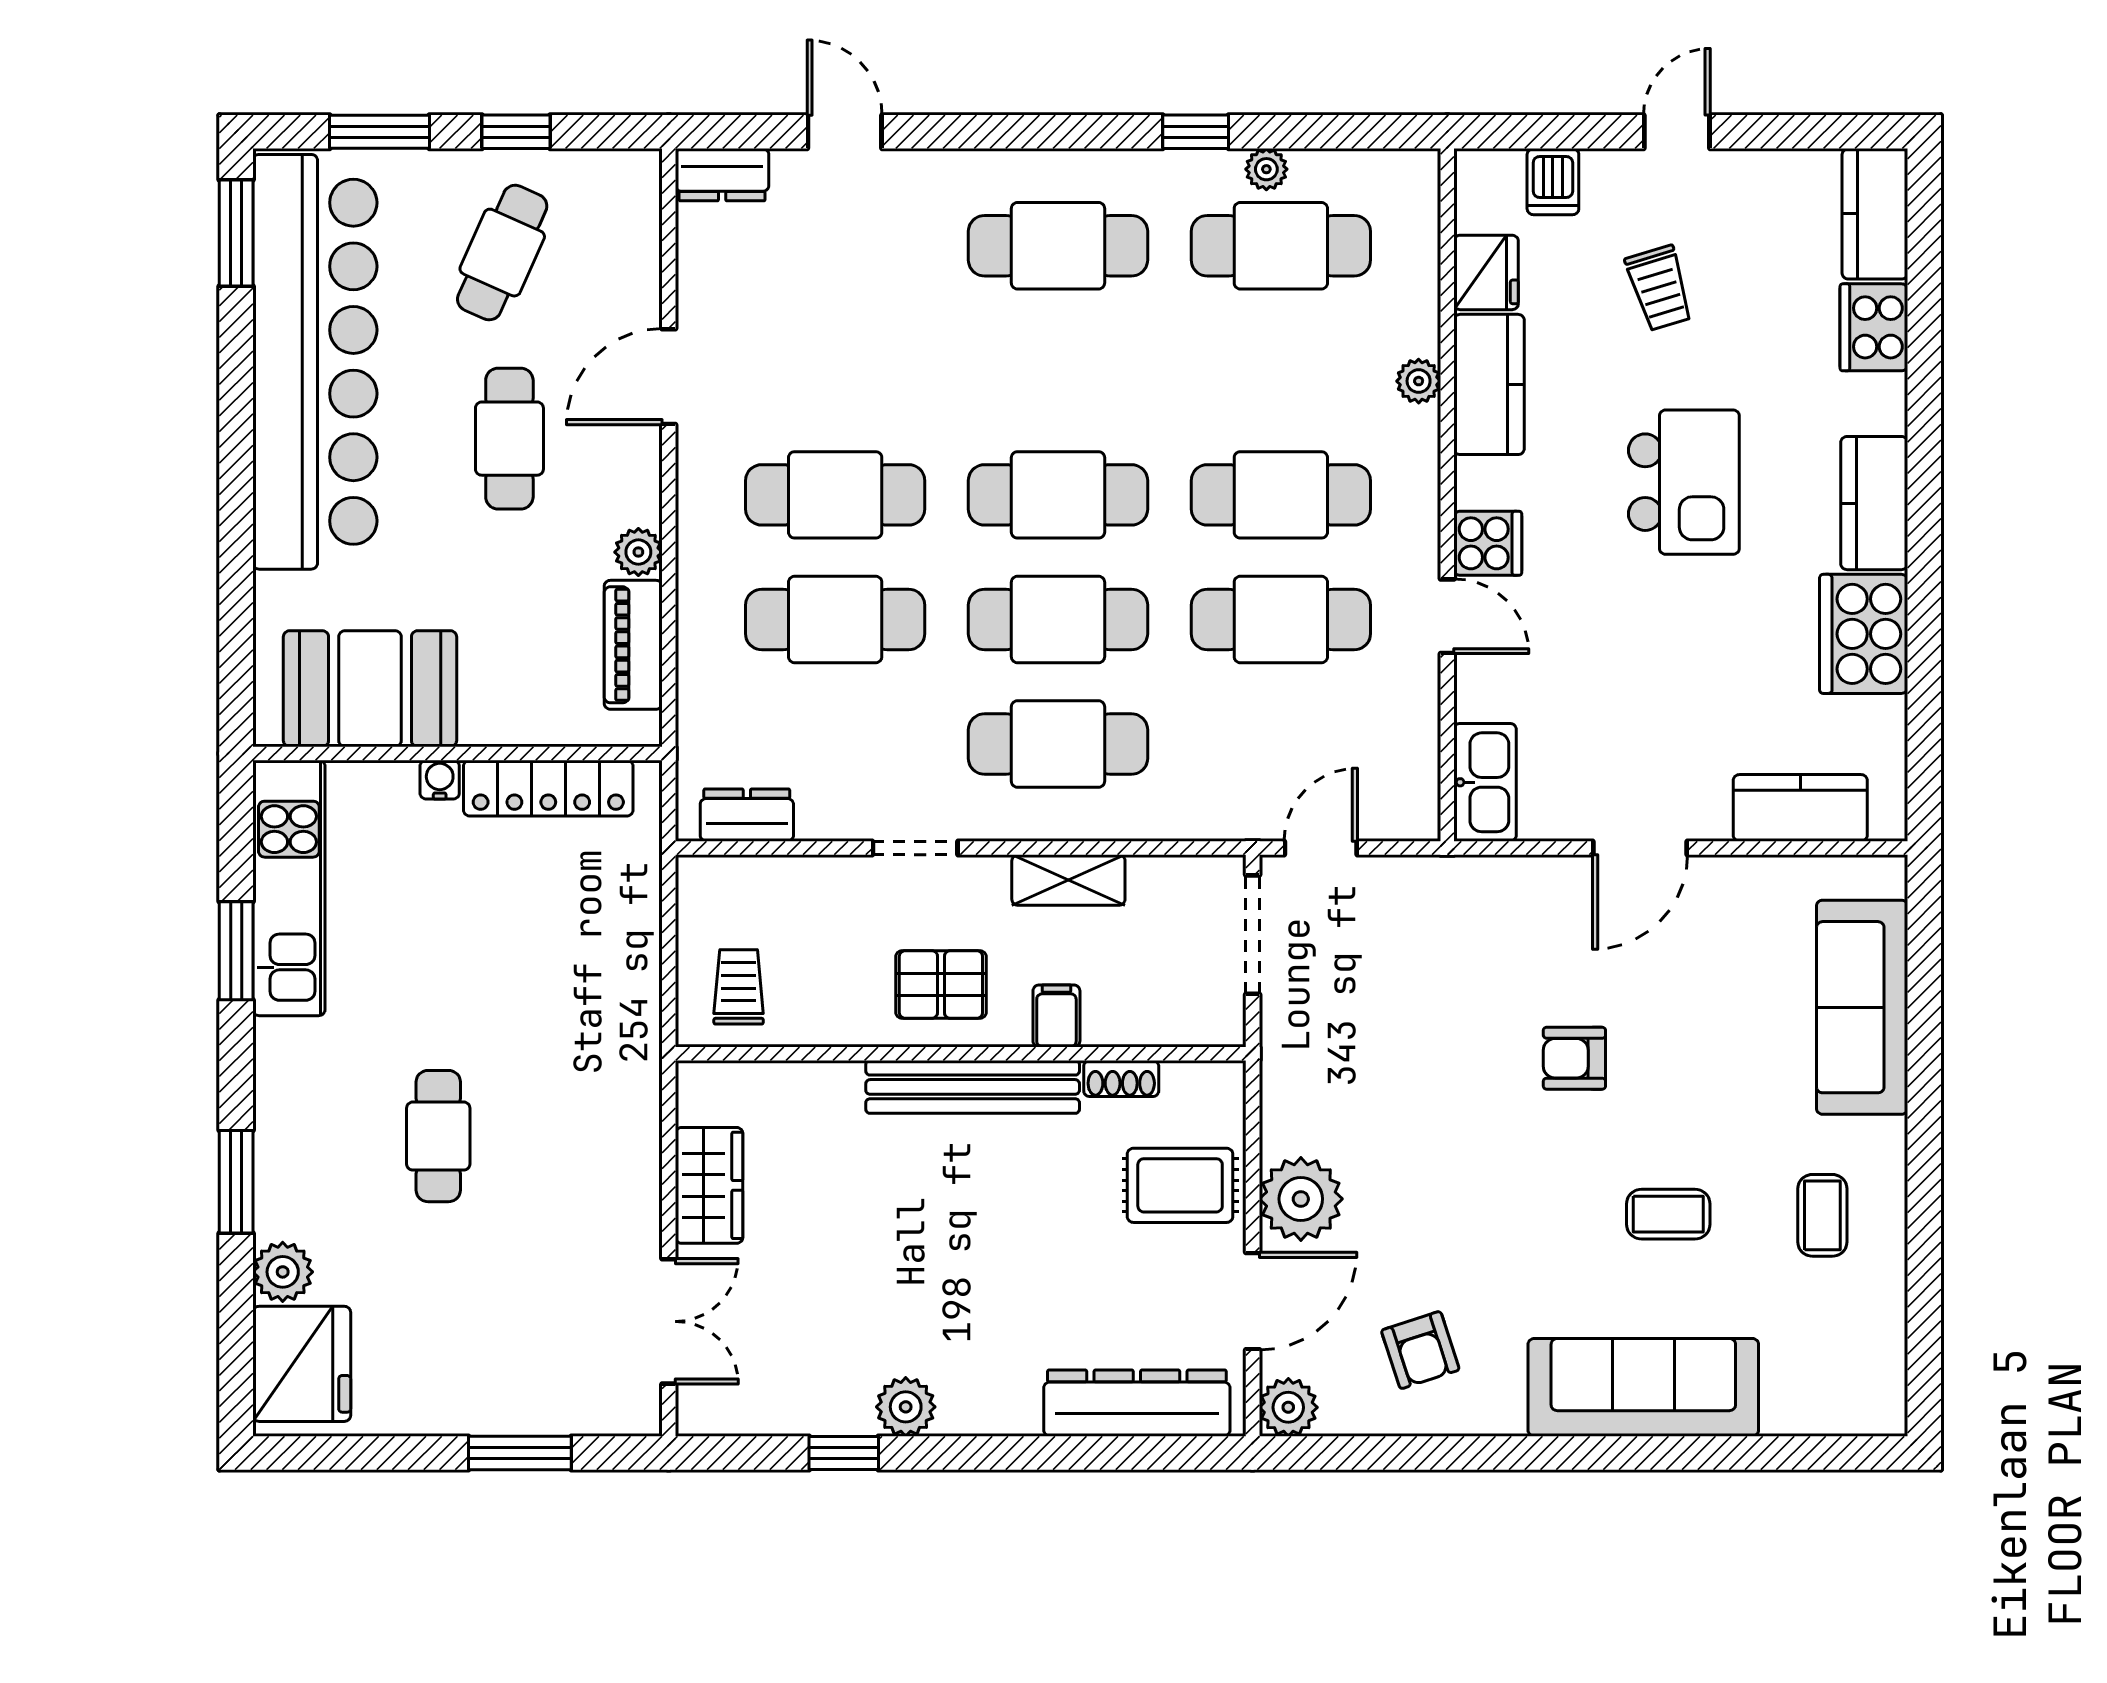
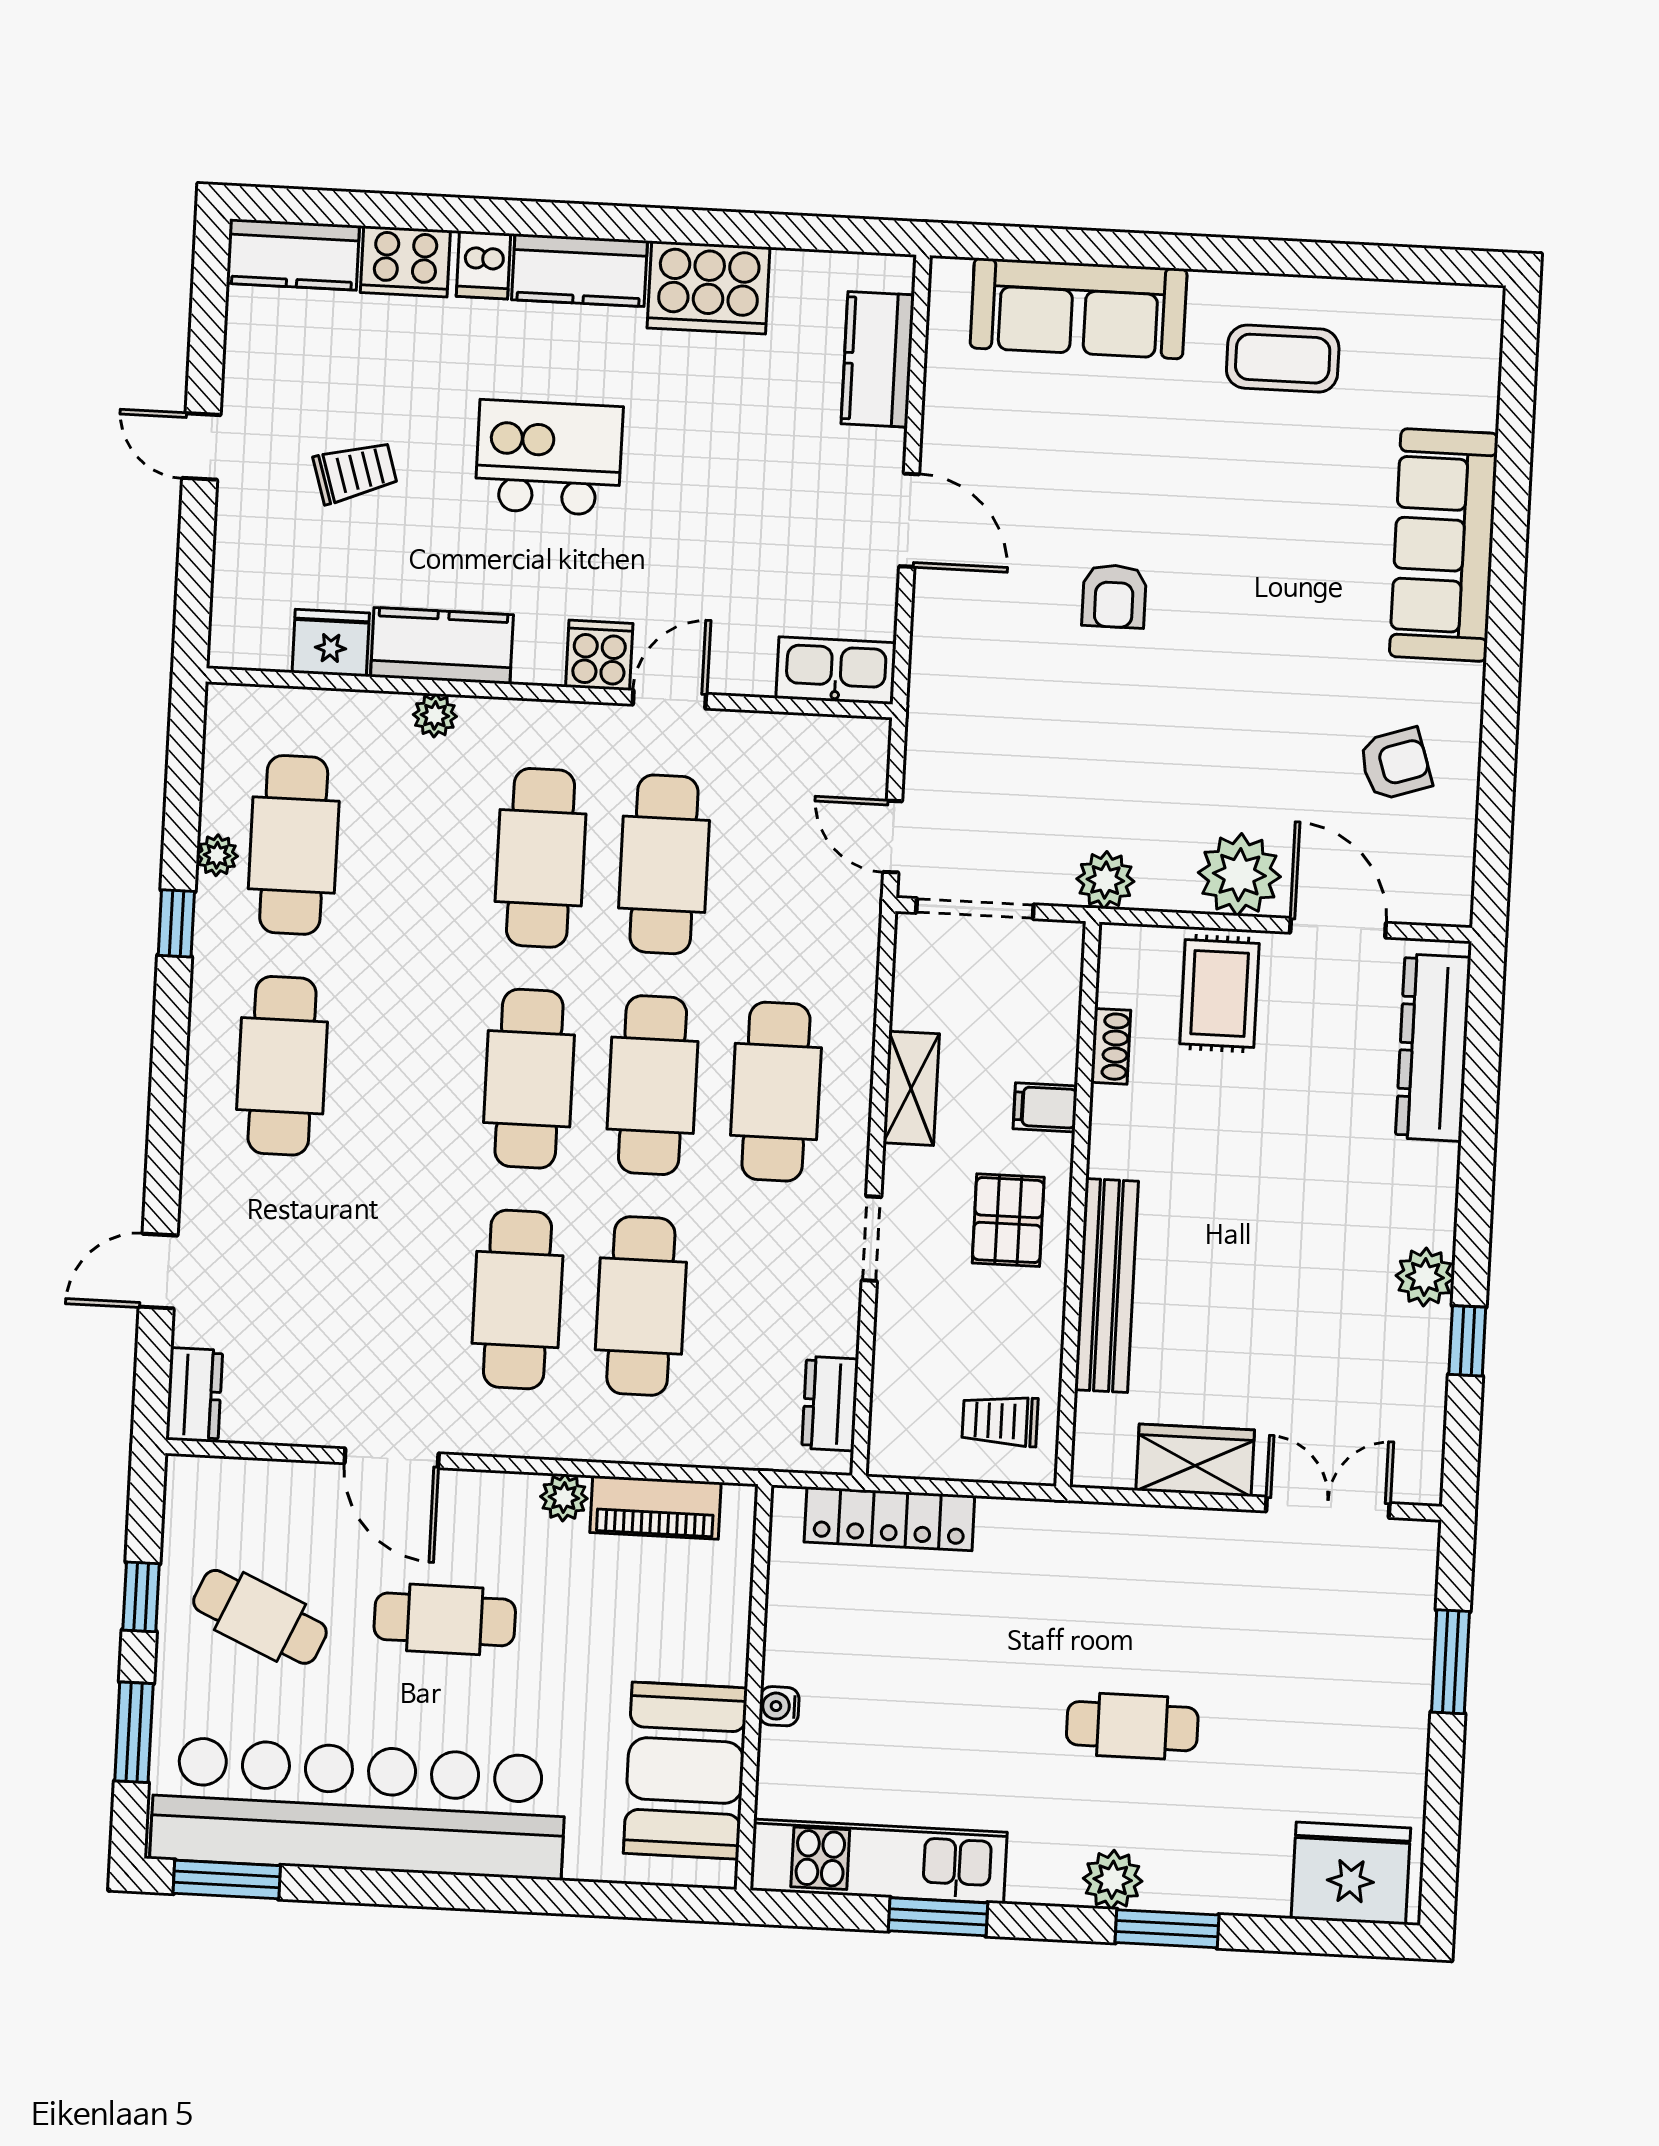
dishwasher: (1553, 182) -> (483, 265), moved, turned 90
locker: (548, 788) -> (889, 1519), moved, turned 90
bench: (973, 1087) -> (1107, 1285), moved
coffee table: (1668, 1214) -> (1273, 511), removed
coffee table: (1822, 1215) -> (1283, 359), width x1.36, depth x1.30
plant: (283, 1272) -> (1113, 1880), moved
plant: (1288, 1407) -> (1105, 880), moved

